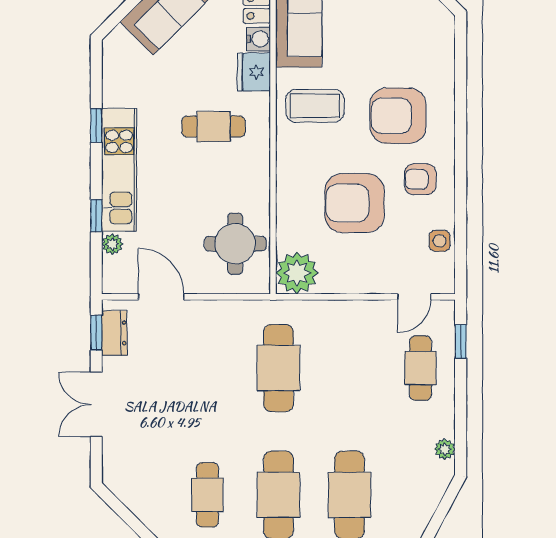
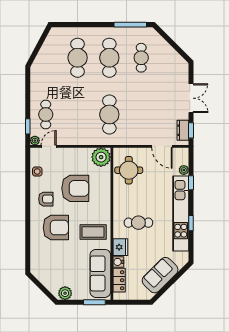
kitchen unit: (119, 170) -> (181, 213), width x1.36
plant: (445, 449) -> (35, 141), moved

